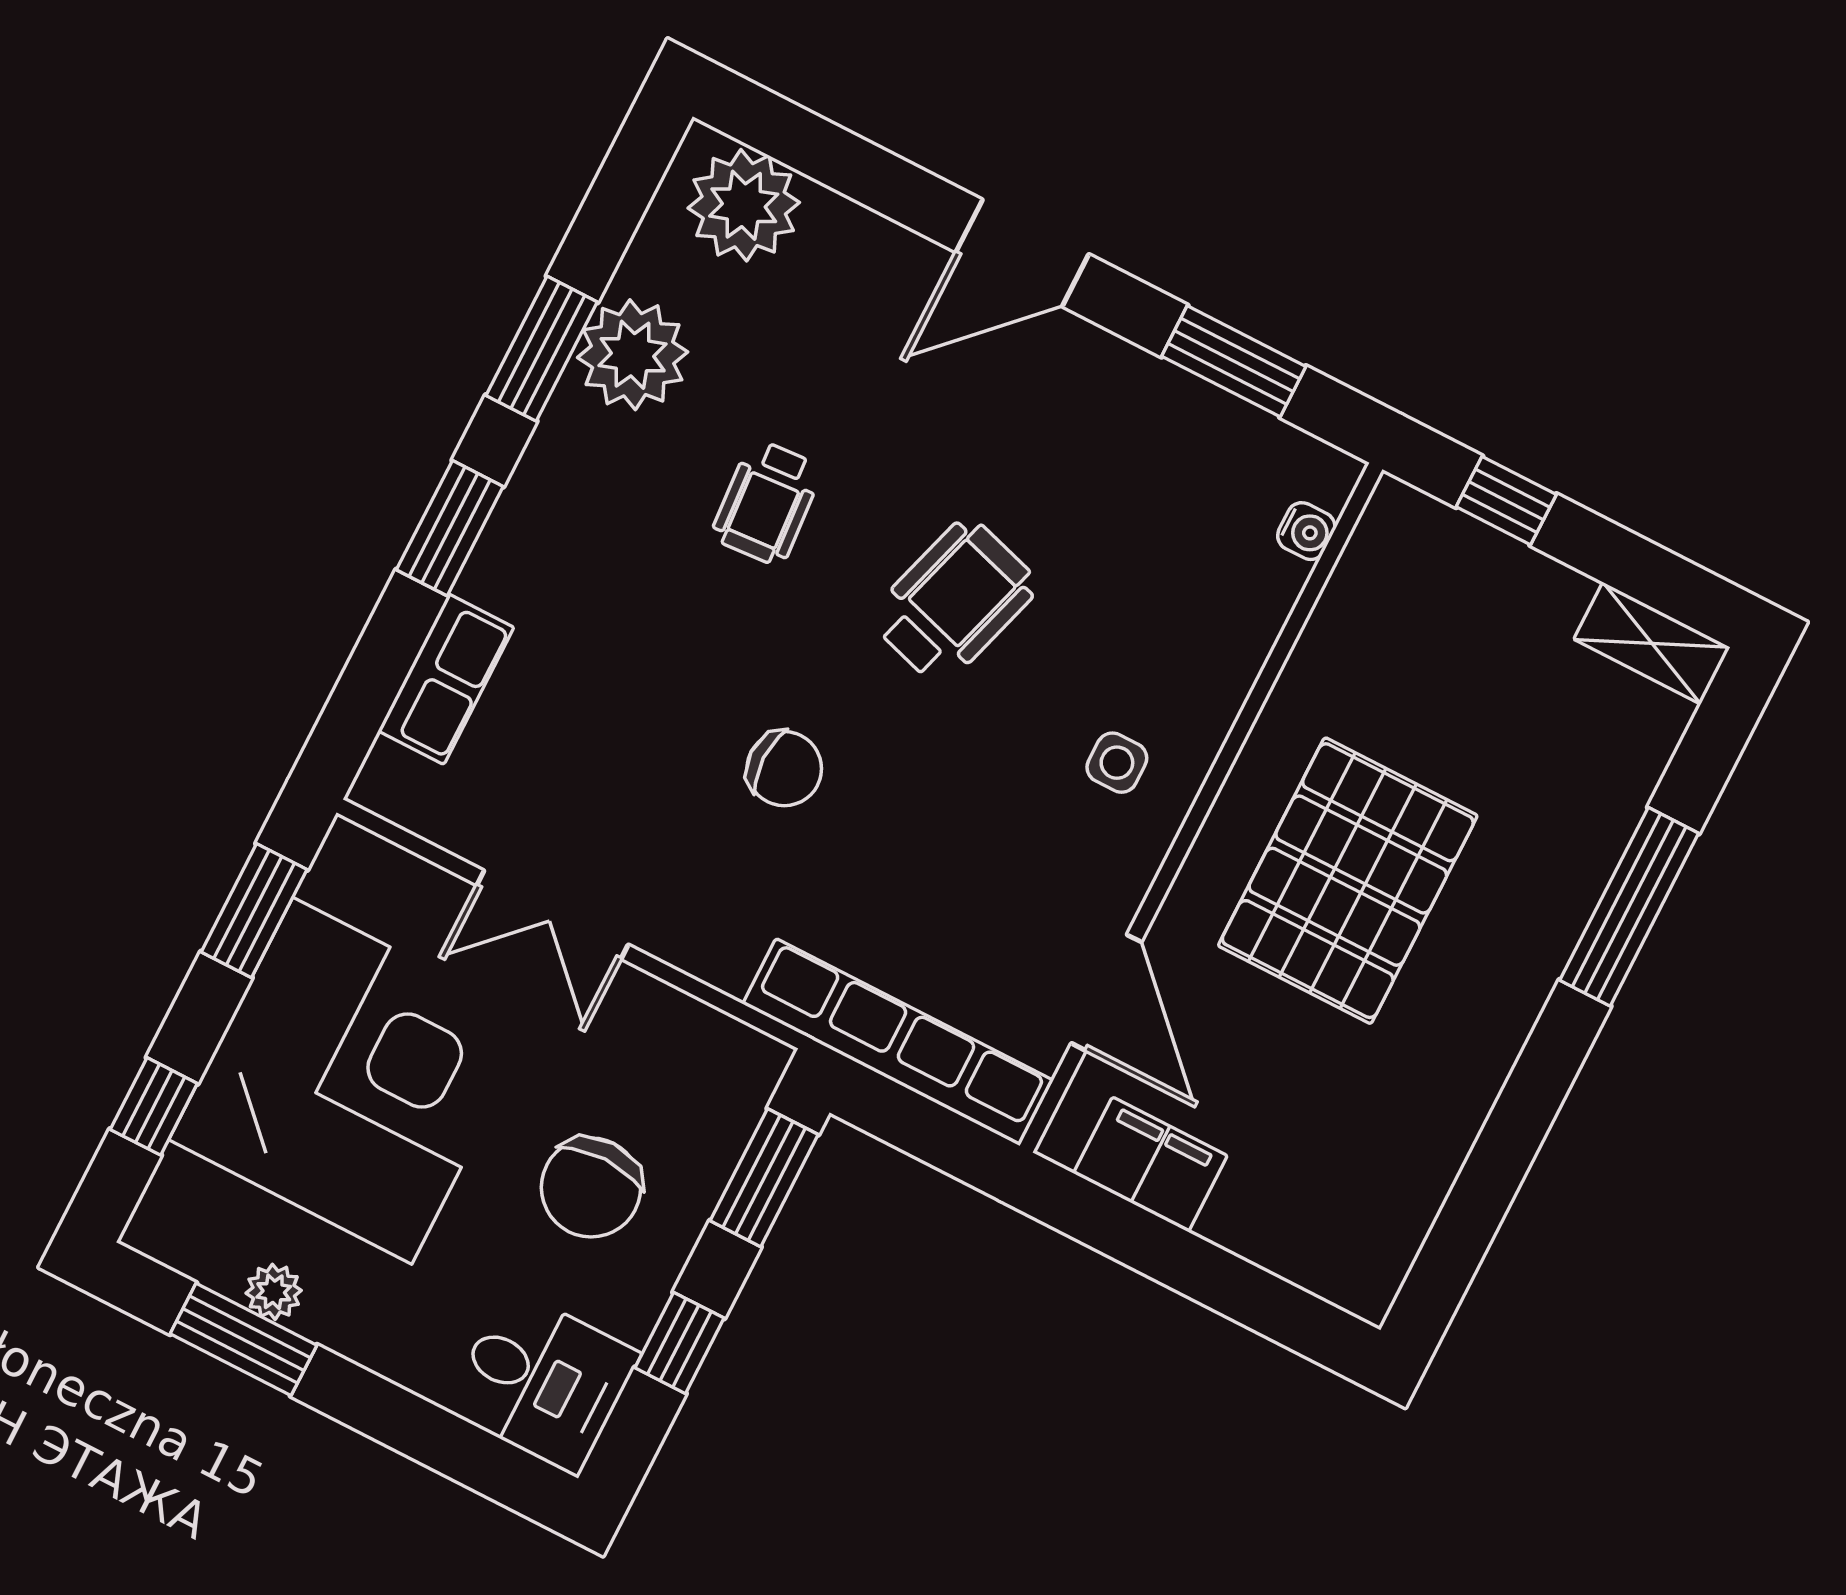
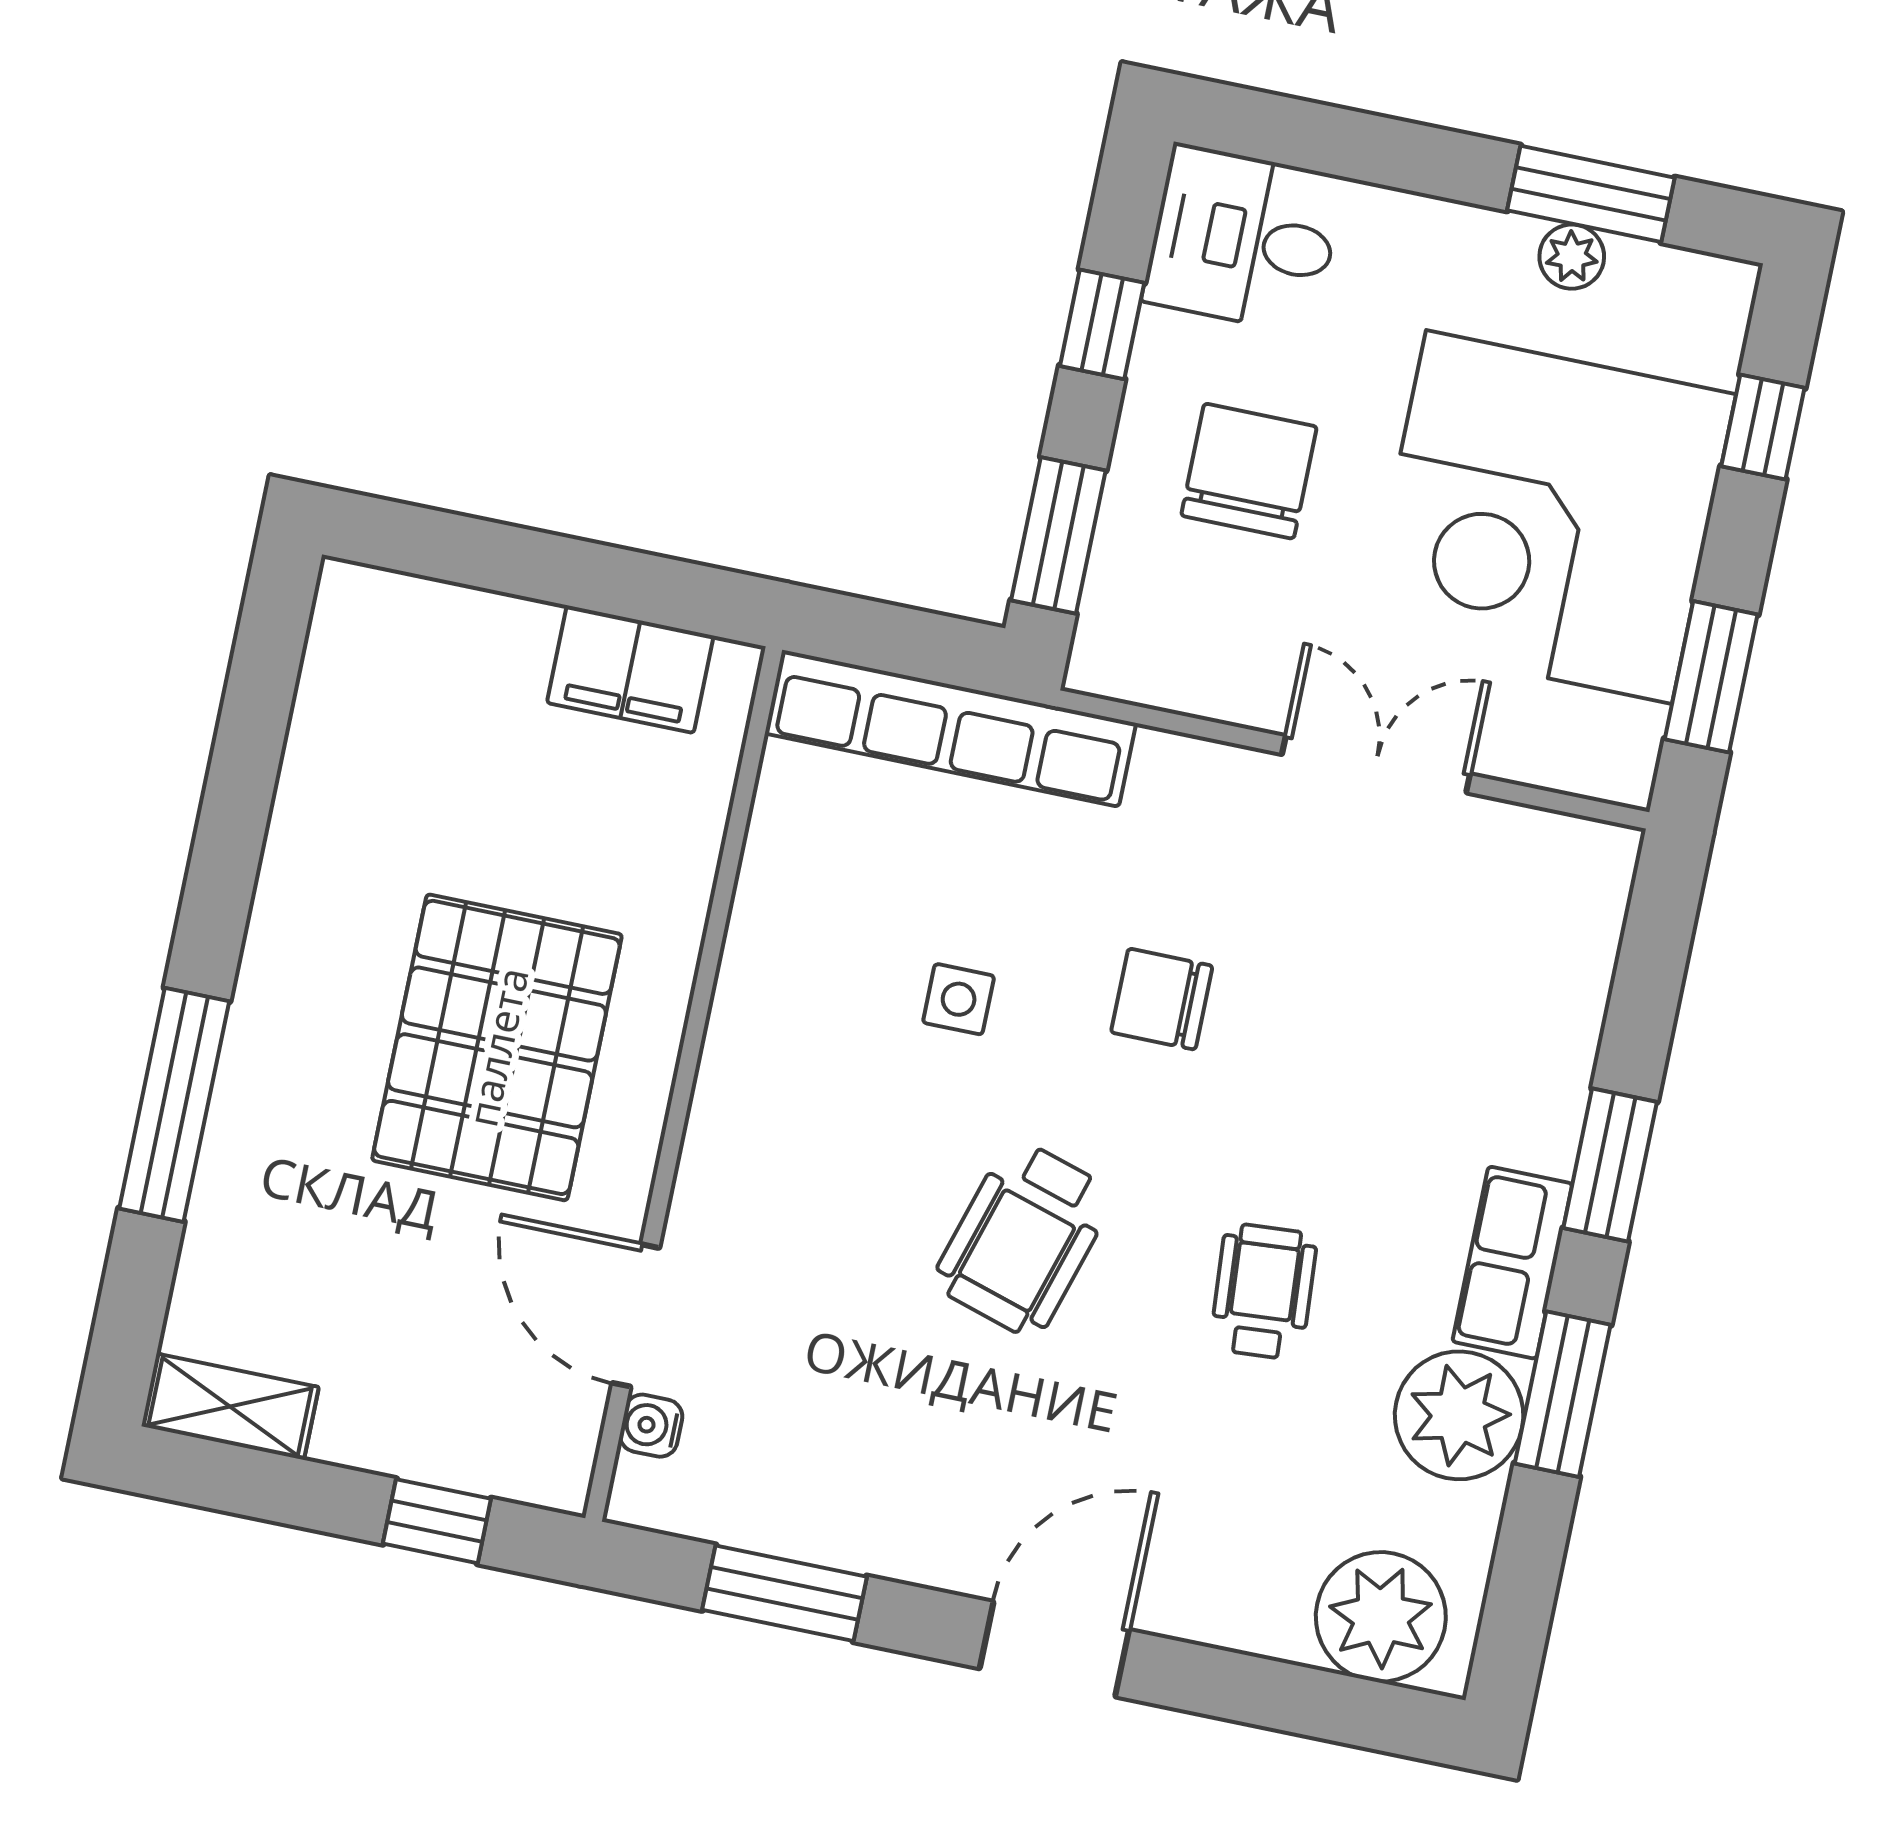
row of seats: (446, 679) -> (1512, 1263), moved
side table: (1117, 763) -> (959, 999), moved
door: (1106, 993) -> (636, 1315), moved

